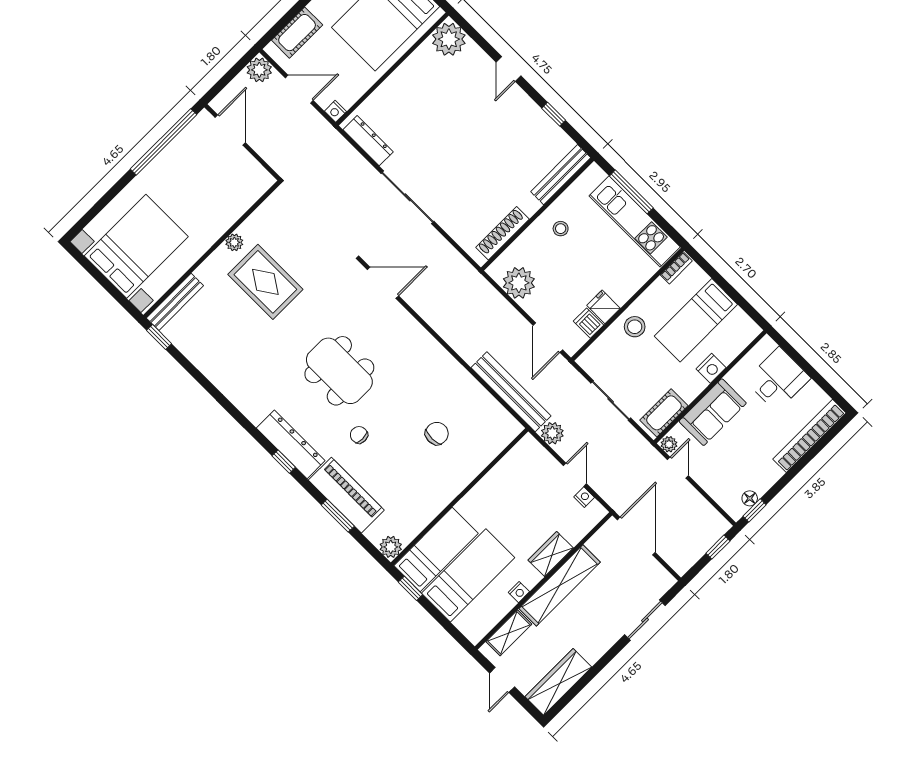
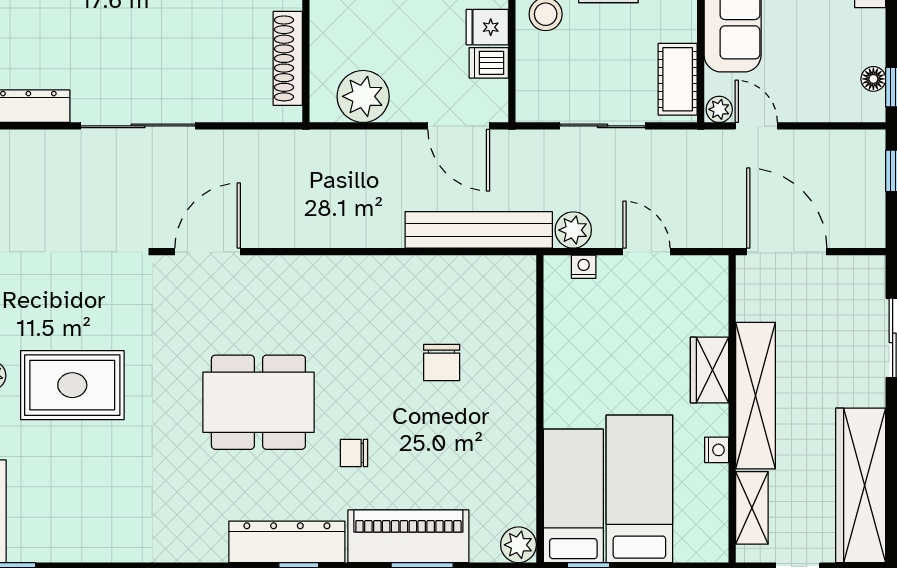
chair: (437, 434) -> (442, 363), turned 180
nightstand: (584, 497) -> (584, 267), moved
wardrobe: (558, 682) -> (861, 485), width x1.40, depth x1.17

